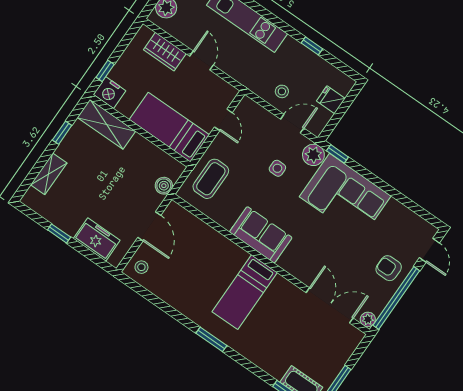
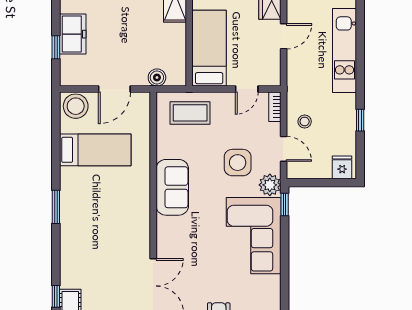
fridge: (331, 100) -> (342, 167), moved
bookcase: (253, 107) -> (275, 107), added
side table: (277, 168) -> (238, 163), width x1.87, depth x1.87
window: (59, 233) -> (56, 47), moved
freezer: (97, 239) -> (73, 34), moved
stool: (141, 267) -> (76, 106), width x1.89, depth x1.89
bed: (245, 292) -> (95, 150), moved, turned 180

